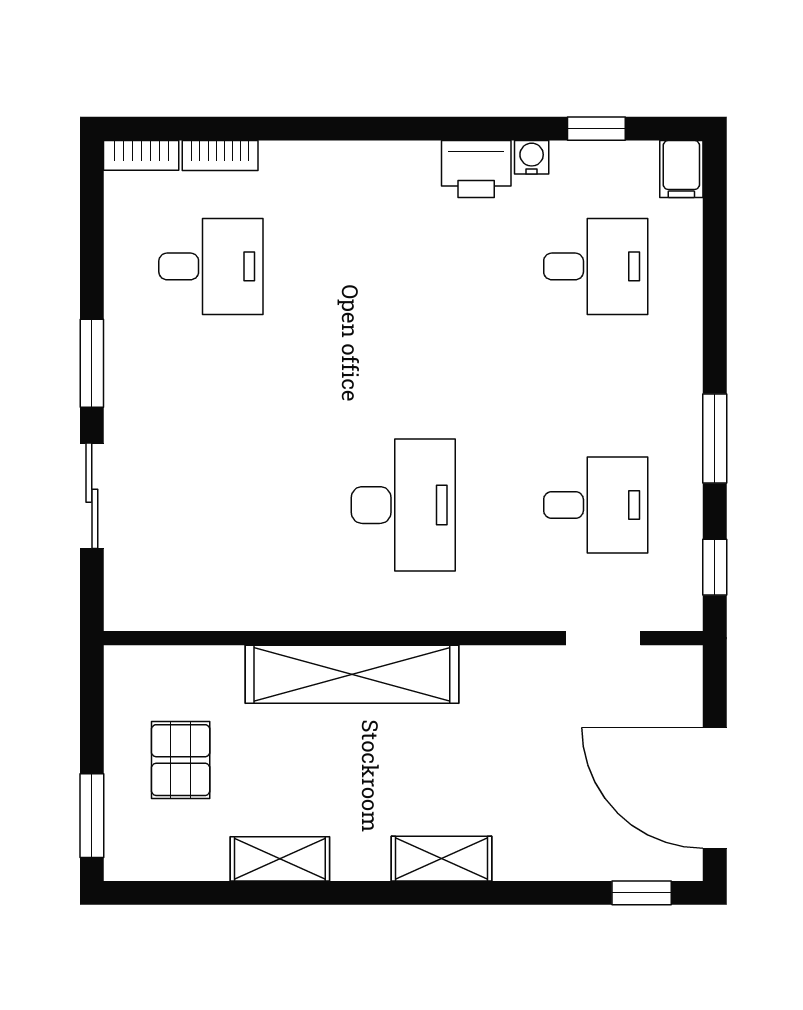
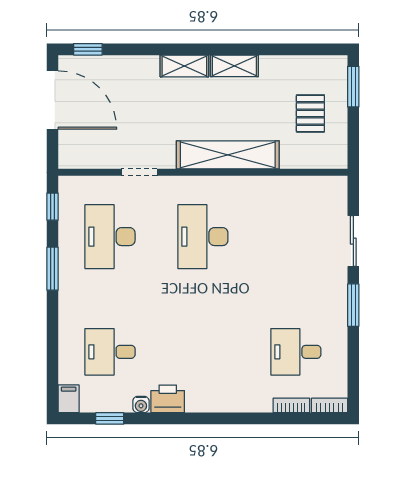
desk: (596, 505) -> (110, 237), width x1.37
doorway: (603, 638) -> (139, 172), moved
shelving: (280, 859) -> (234, 66), moved

